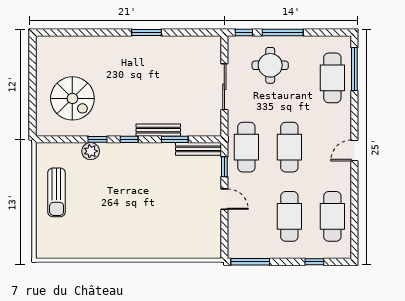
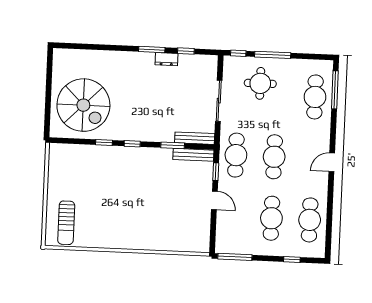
window: (185, 33) -> (186, 51), added
dresser: (164, 43) -> (166, 59), added
spiral stairs: (72, 98) -> (83, 105), width x1.37, depth x1.37
bench: (158, 130) -> (195, 138), moved
plant: (91, 151) -> (97, 153), removed
sun lounger: (57, 192) -> (66, 223), moved

